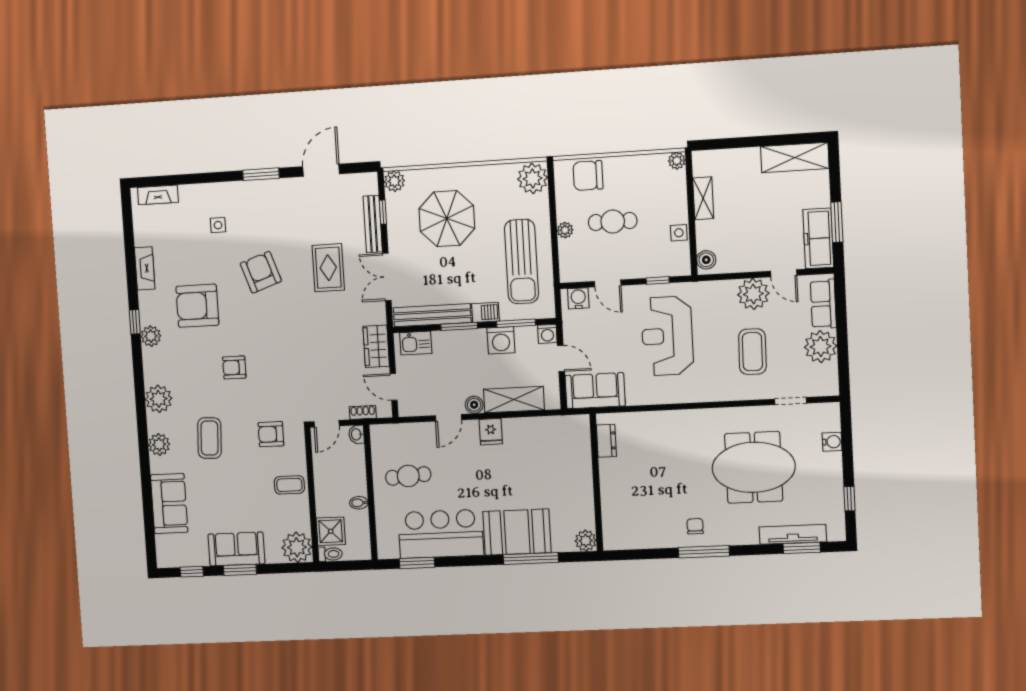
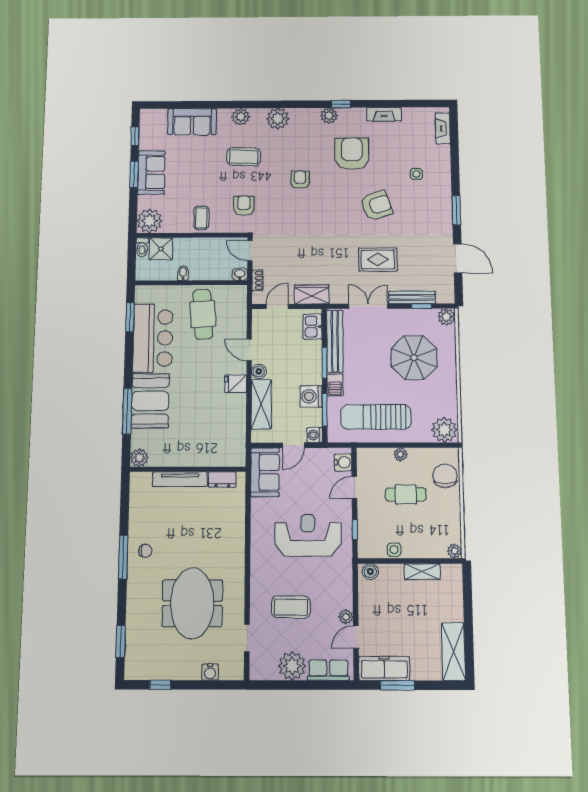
cafe table: (613, 222) -> (406, 494), turned 90
plant: (753, 294) -> (346, 617), width x0.53, depth x0.53
cafe table: (408, 476) -> (203, 314), width x1.37, depth x1.35
tv unit: (793, 534) -> (180, 479), moved, turned 90

